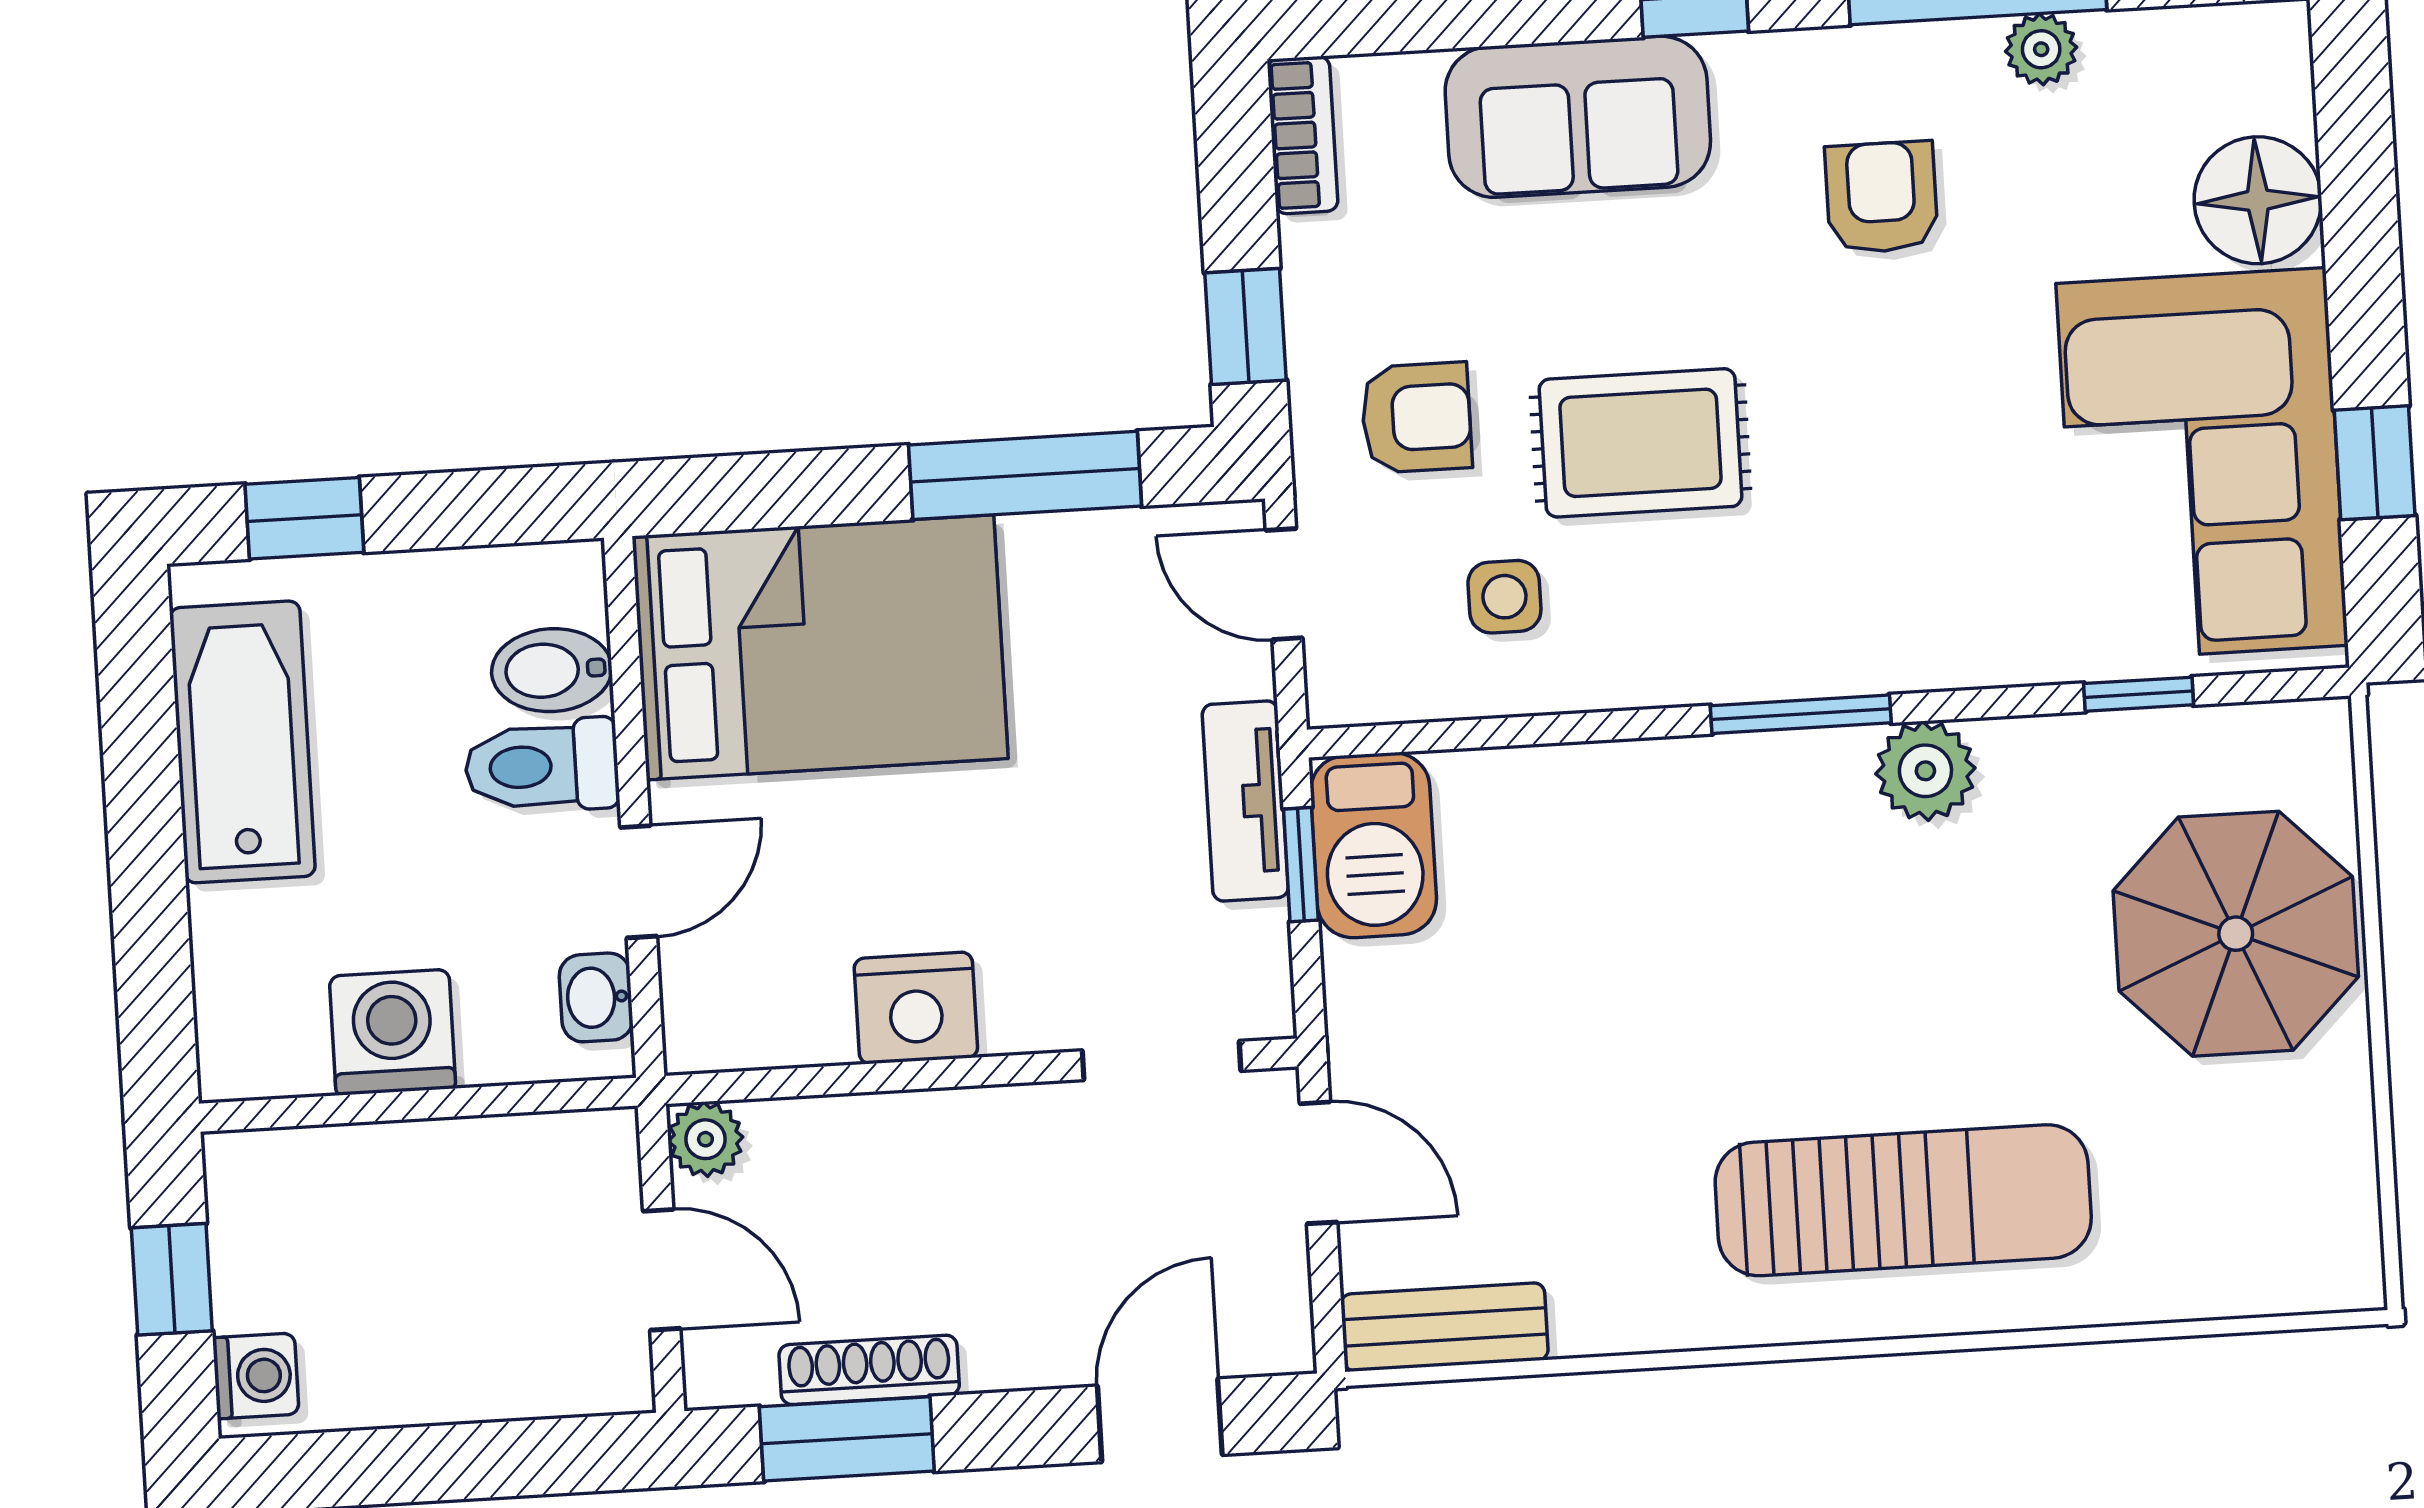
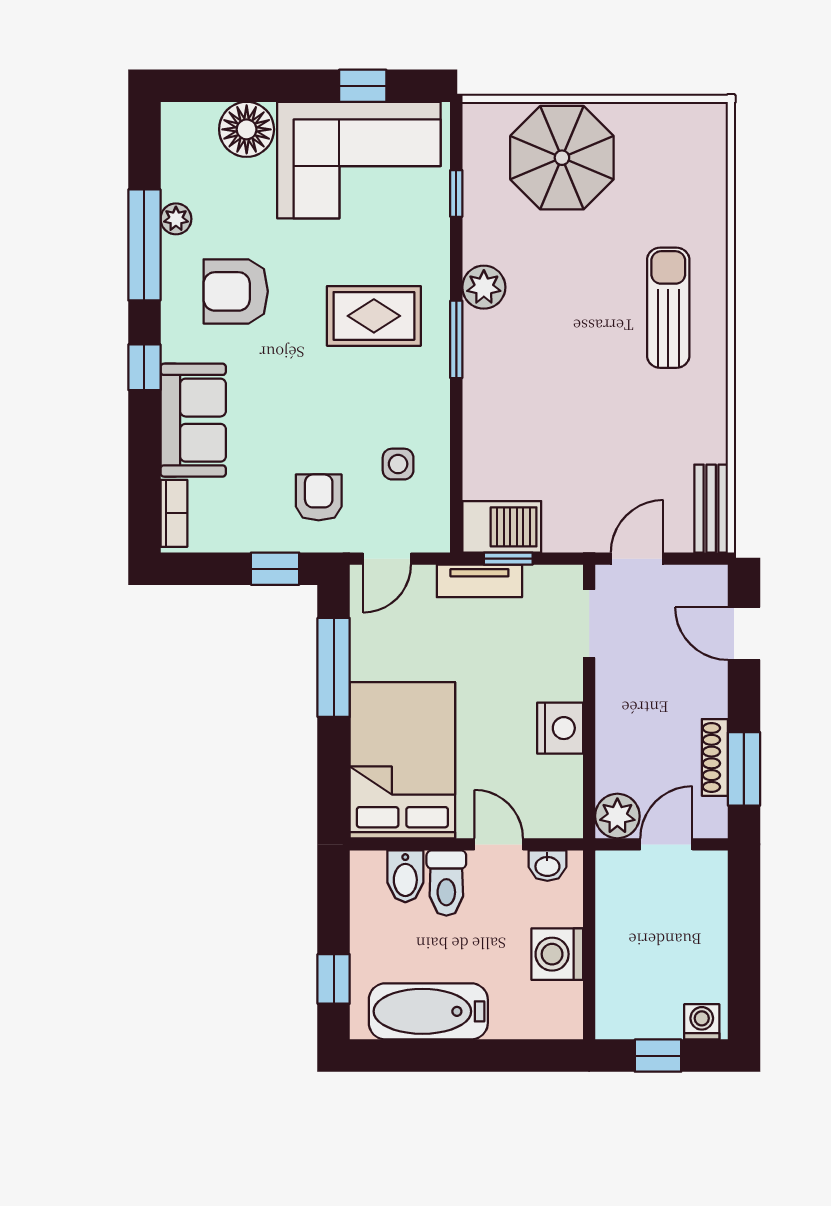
bookcase: (1303, 135) -> (174, 513), moved, turned 90
armchair: (1881, 197) -> (236, 291), width x1.38, depth x1.38
rug: (1641, 443) -> (374, 316), moved, turned 90
plant: (705, 1139) -> (617, 816), width x1.38, depth x1.38
sun lounger: (1903, 1200) -> (668, 308), width x0.73, depth x0.75

